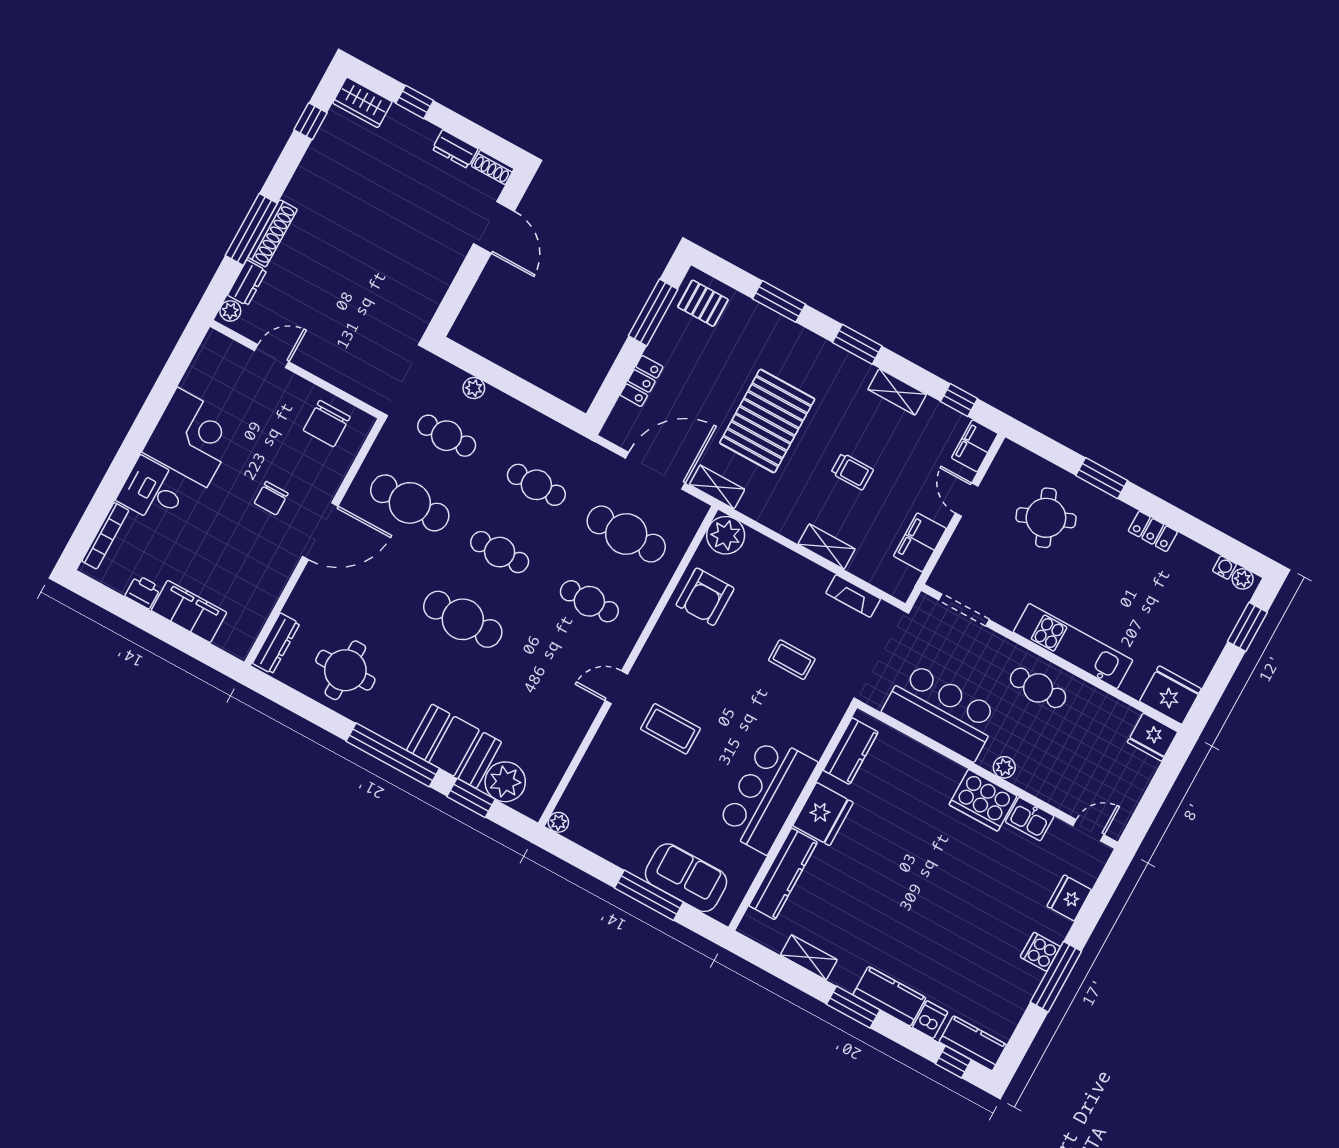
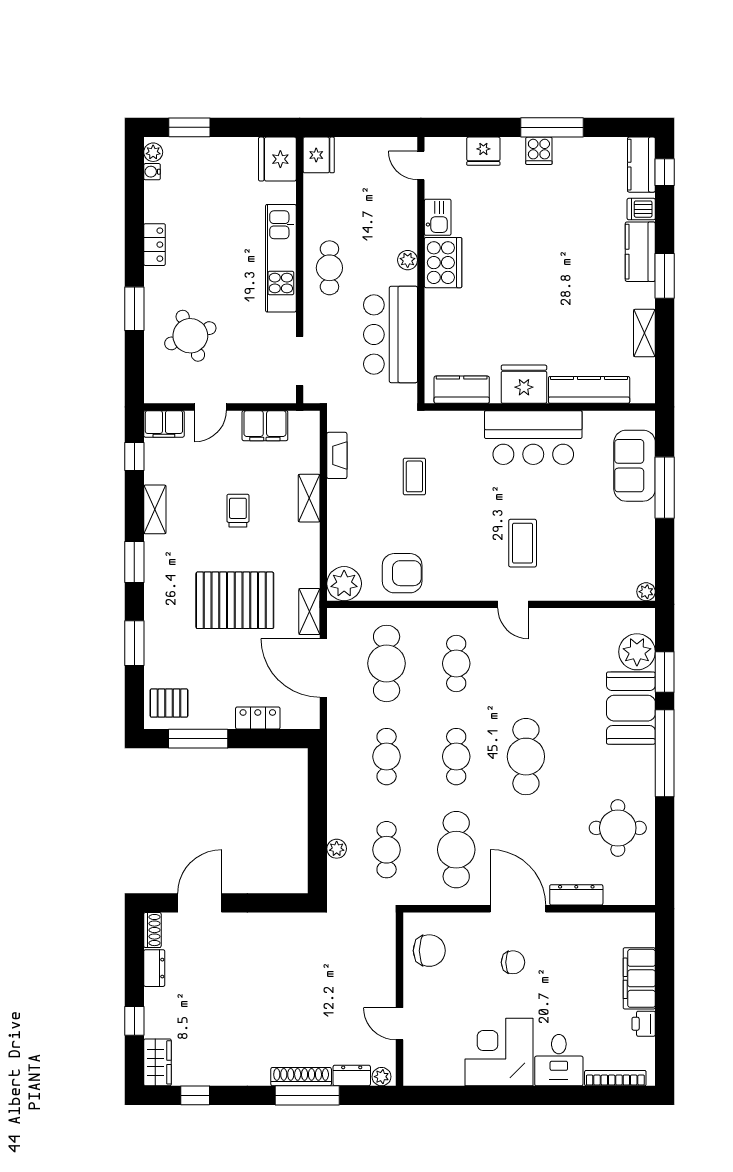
pallet: (703, 303) -> (169, 703), turned 90
dresser: (276, 643) -> (576, 895), moved

